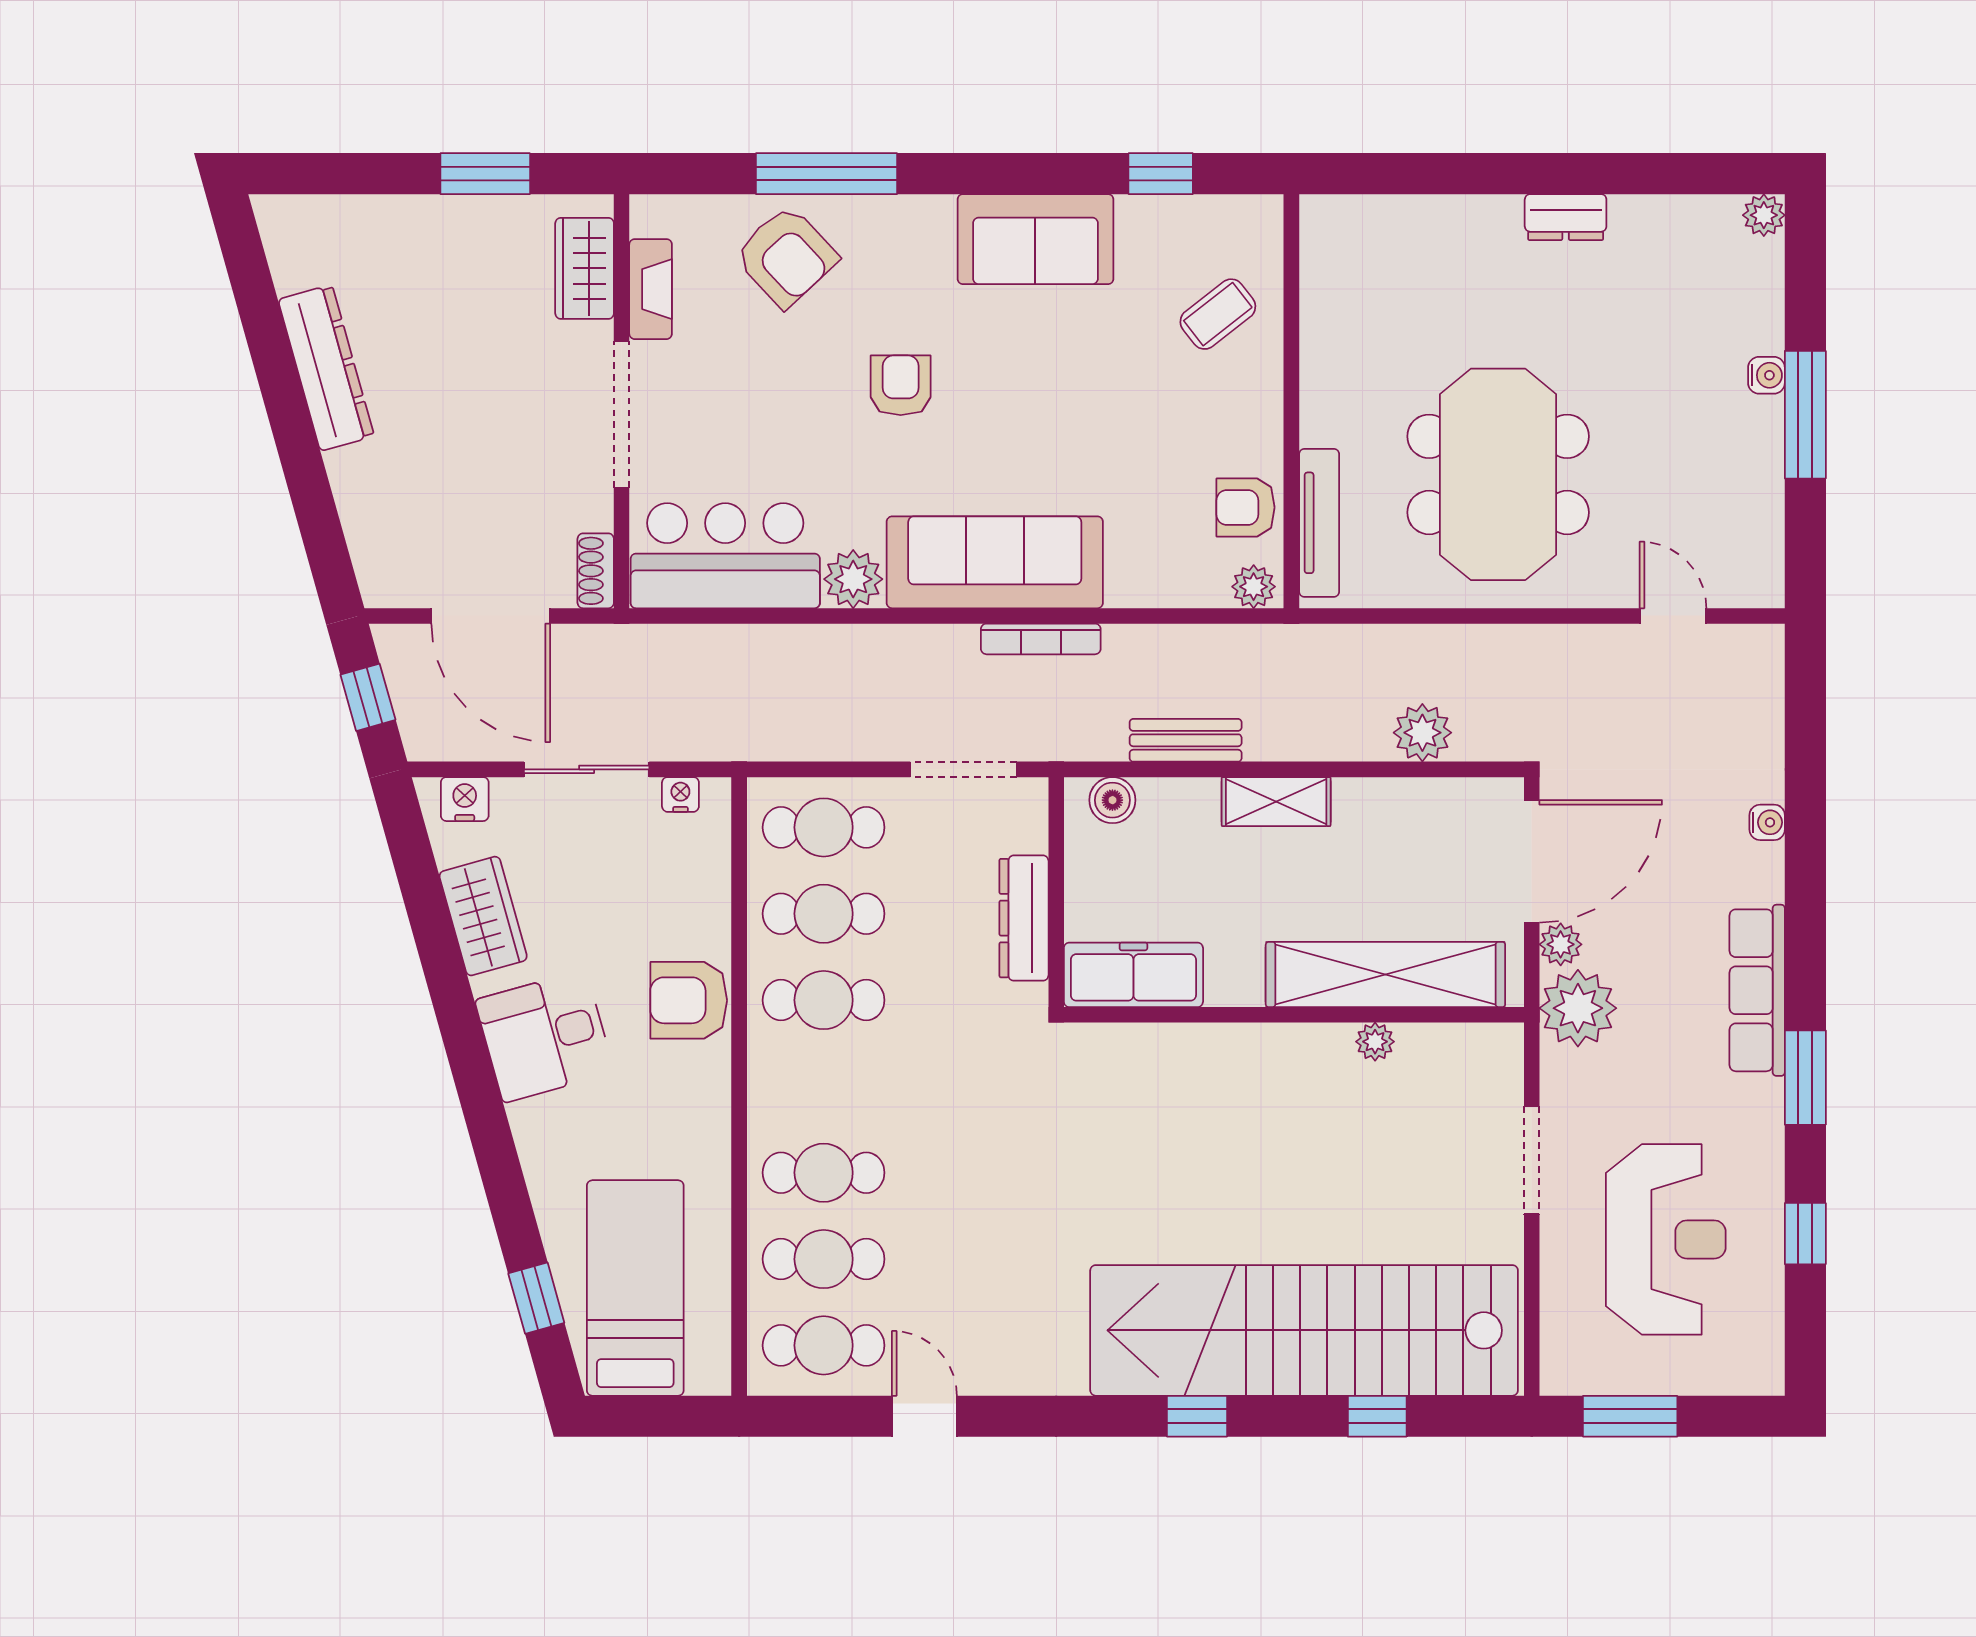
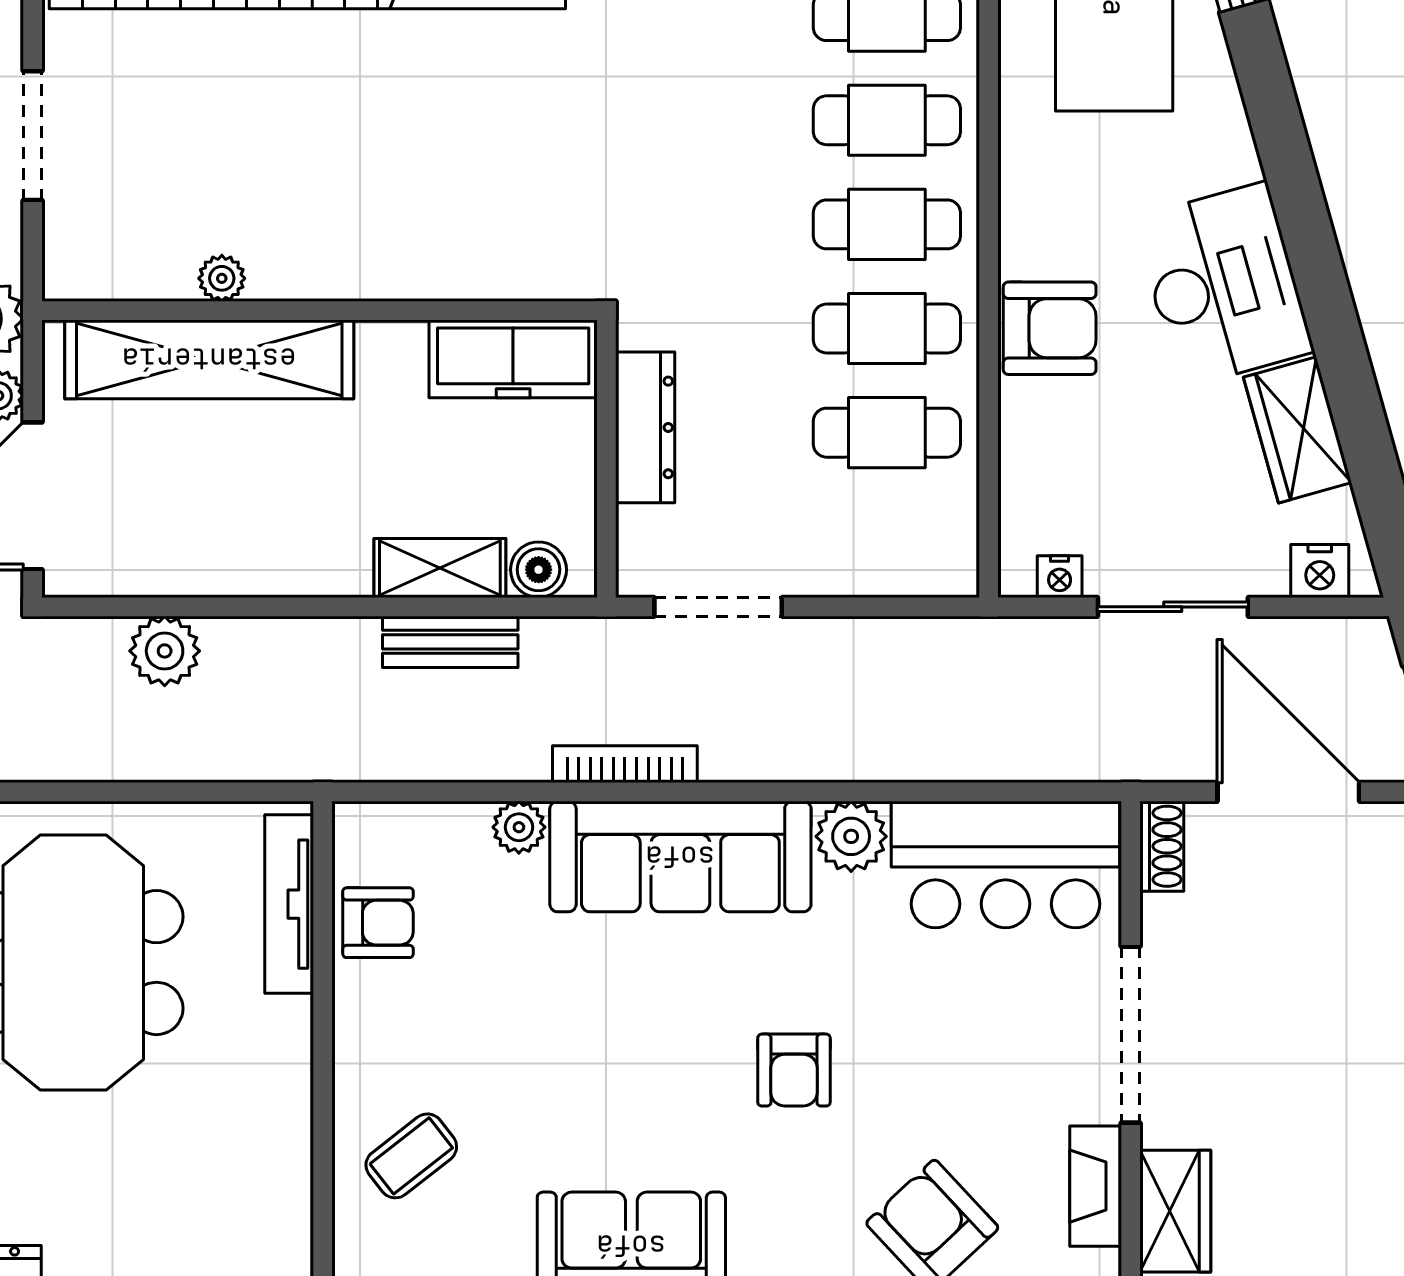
plant: (1254, 587) -> (519, 827), moved
shelving: (1276, 802) -> (440, 568), moved
cafe table: (824, 827) -> (887, 224), moved
desk: (544, 1036) -> (1224, 285), width x1.37

